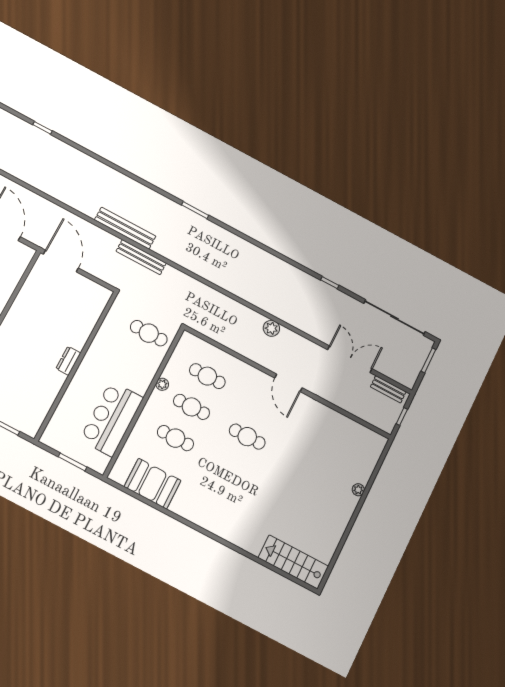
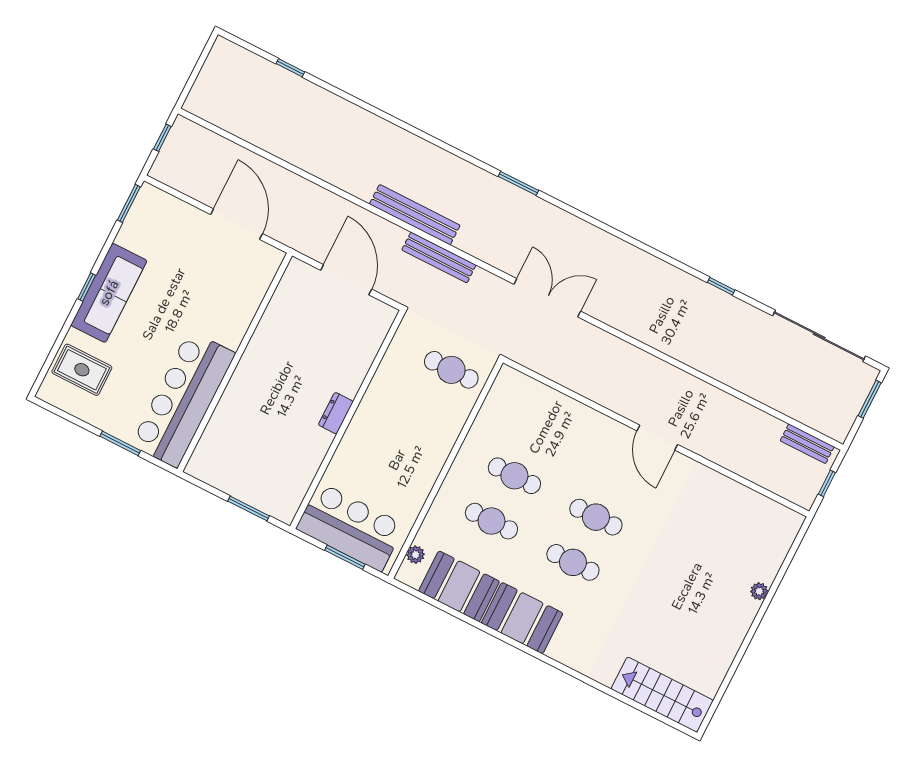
door: (61, 261) -> (346, 280), moved
plant: (271, 328) -> (632, 358), removed
double door: (350, 359) -> (547, 298), moved
cafe table: (207, 376) -> (573, 562), moved
plant: (162, 384) -> (416, 555), moved
bar counter: (112, 419) -> (350, 527), moved, turned 90
booth: (196, 507) -> (522, 618), added

